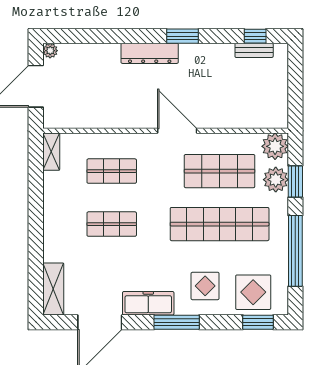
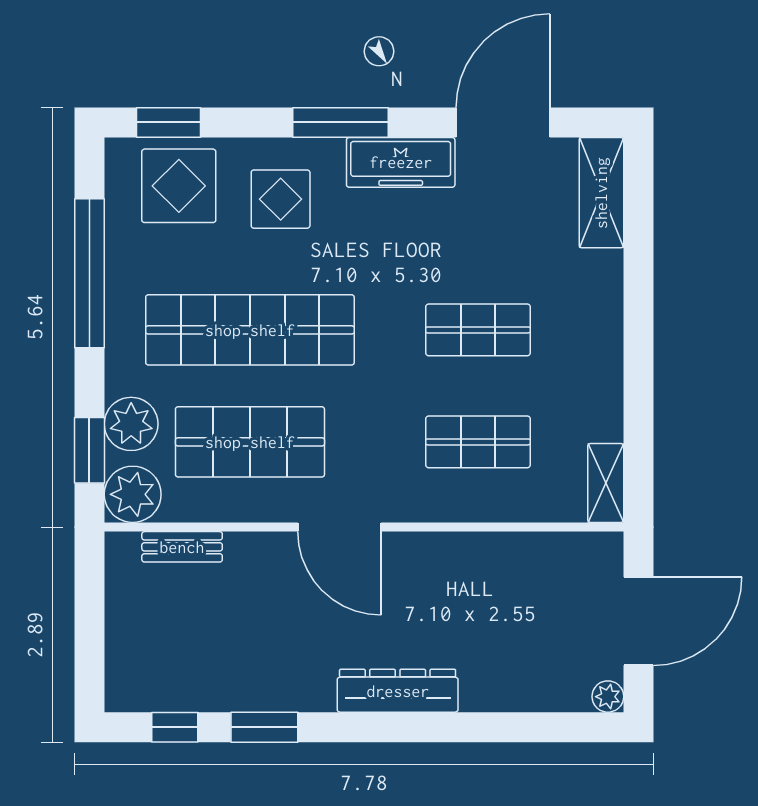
window: (183, 36) -> (264, 727), moved
bench: (254, 50) -> (182, 547), moved
window: (295, 181) -> (89, 450), moved

